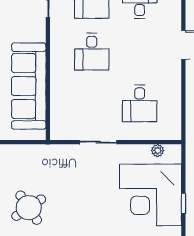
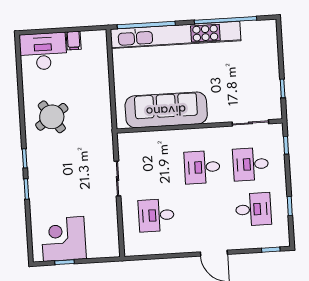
plant: (158, 151) -> (113, 235), removed
corner desk: (151, 195) -> (64, 239), width x0.74, depth x0.74

